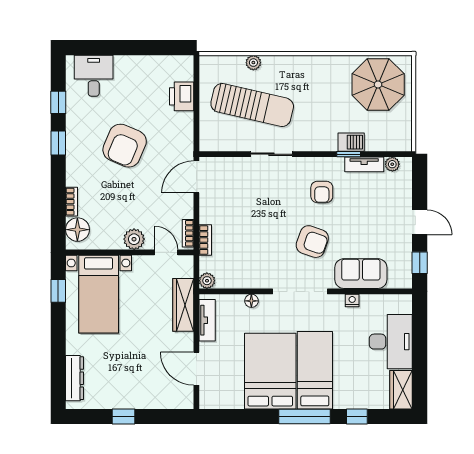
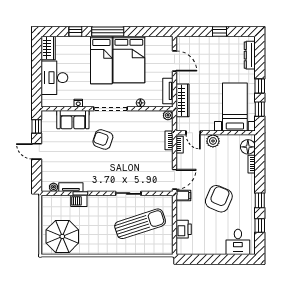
plant: (253, 63) -> (139, 250), removed
sun lounger: (252, 105) -> (140, 224), turned 149
filing cabinet: (182, 151) -> (183, 196), added
armchair: (322, 192) -> (97, 170), removed
window: (58, 328) -> (260, 86), added

